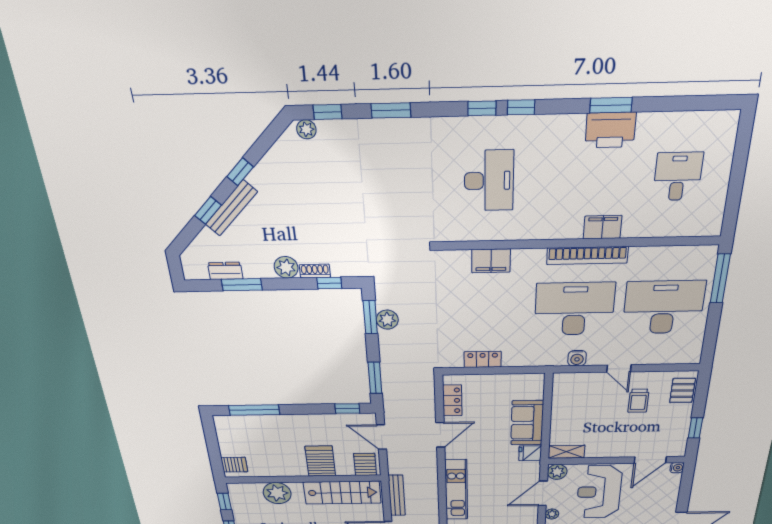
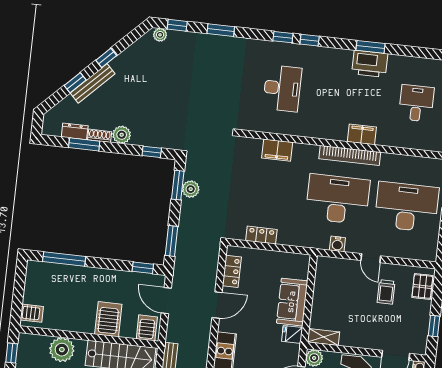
shoe rack: (315, 271) -> (100, 136), moved

